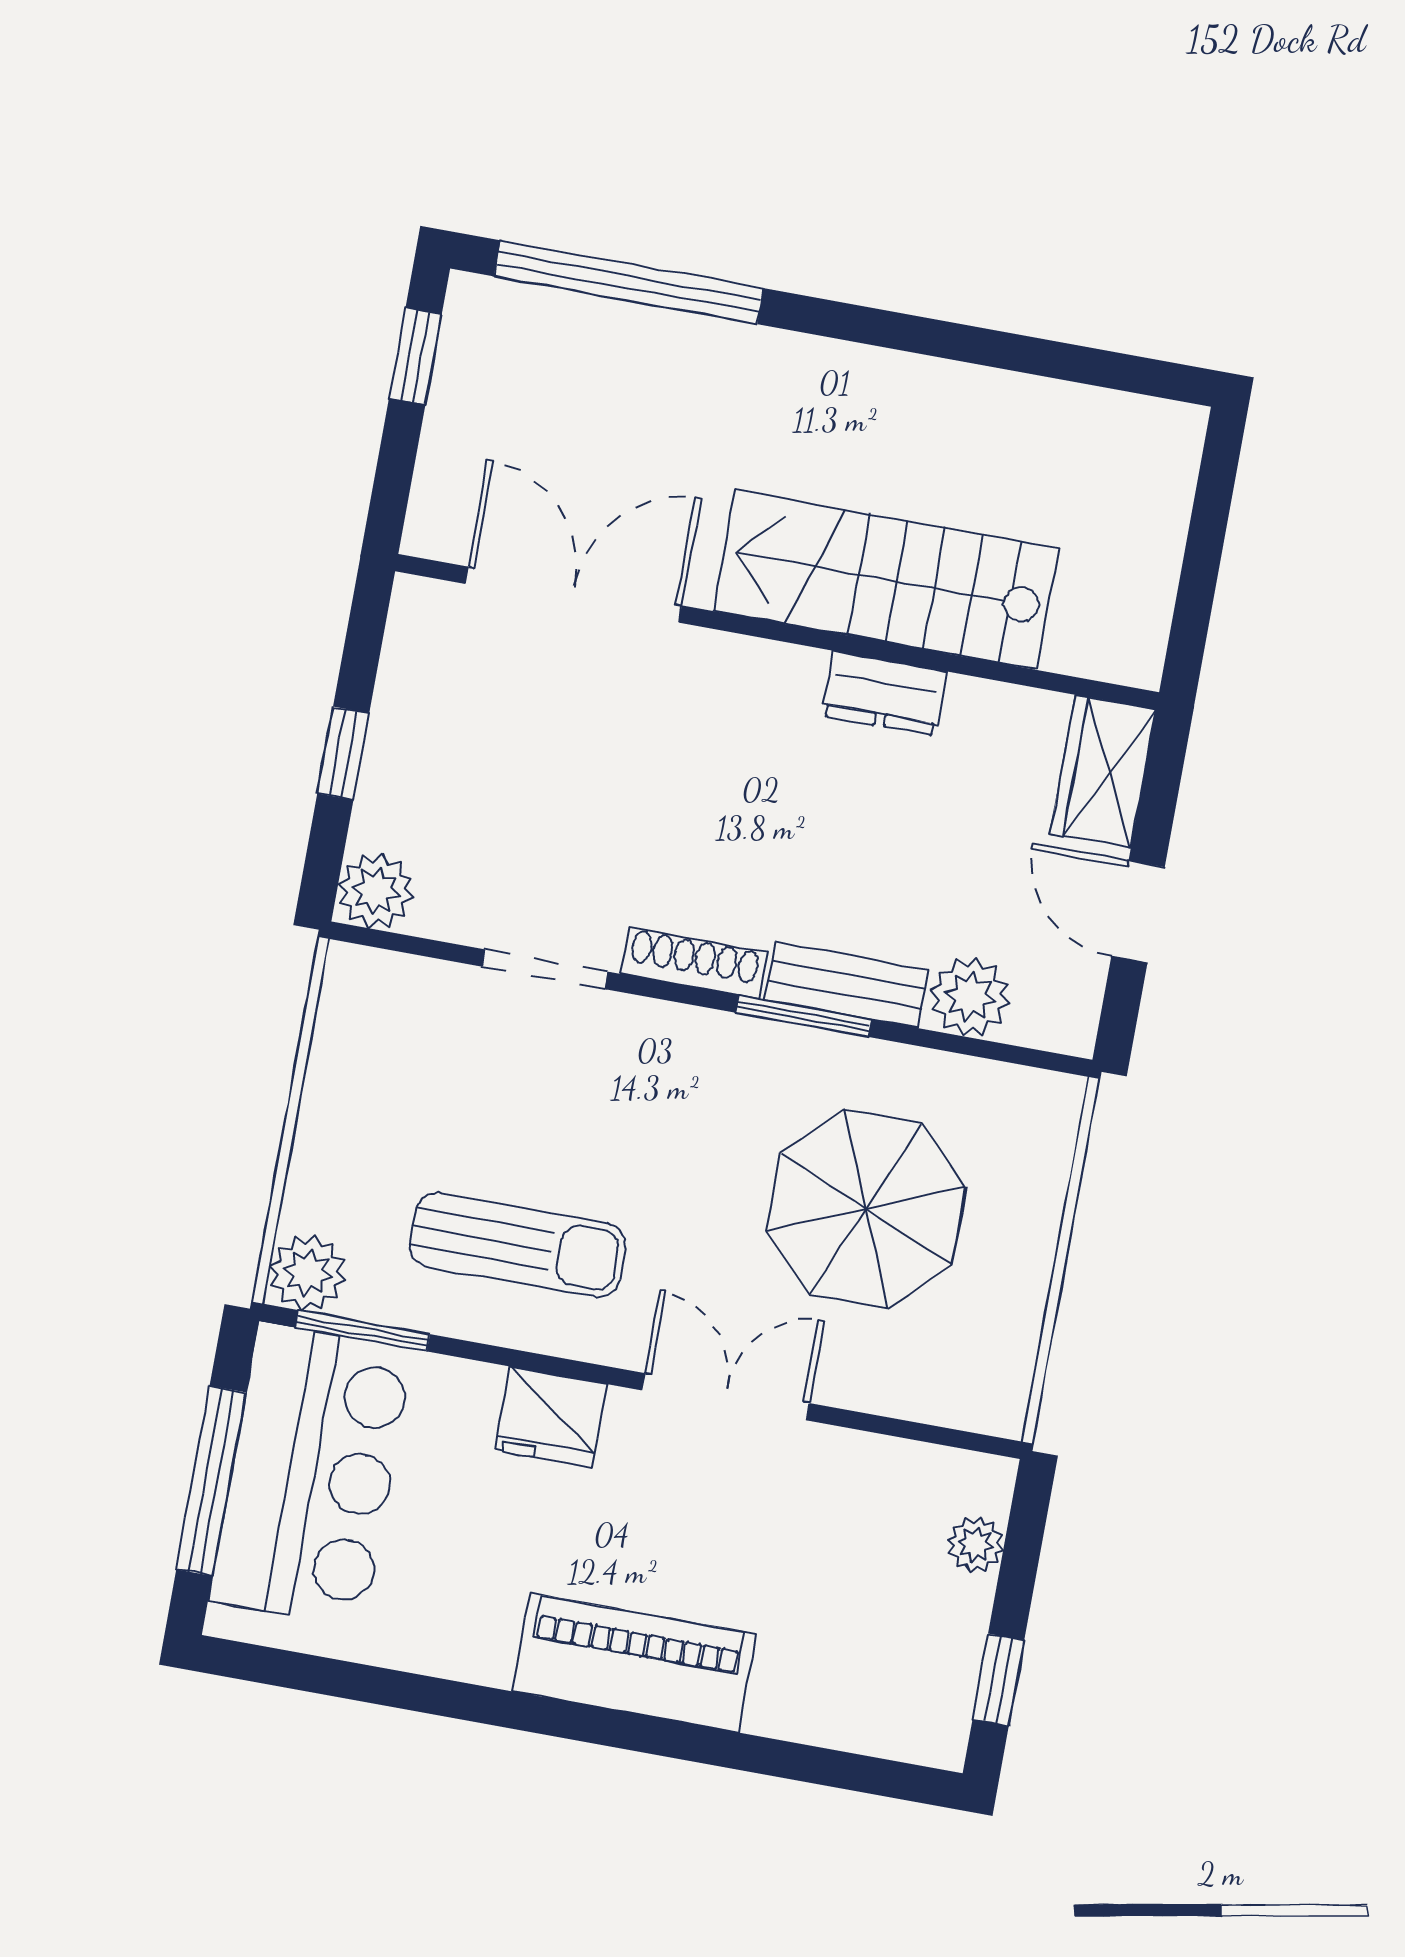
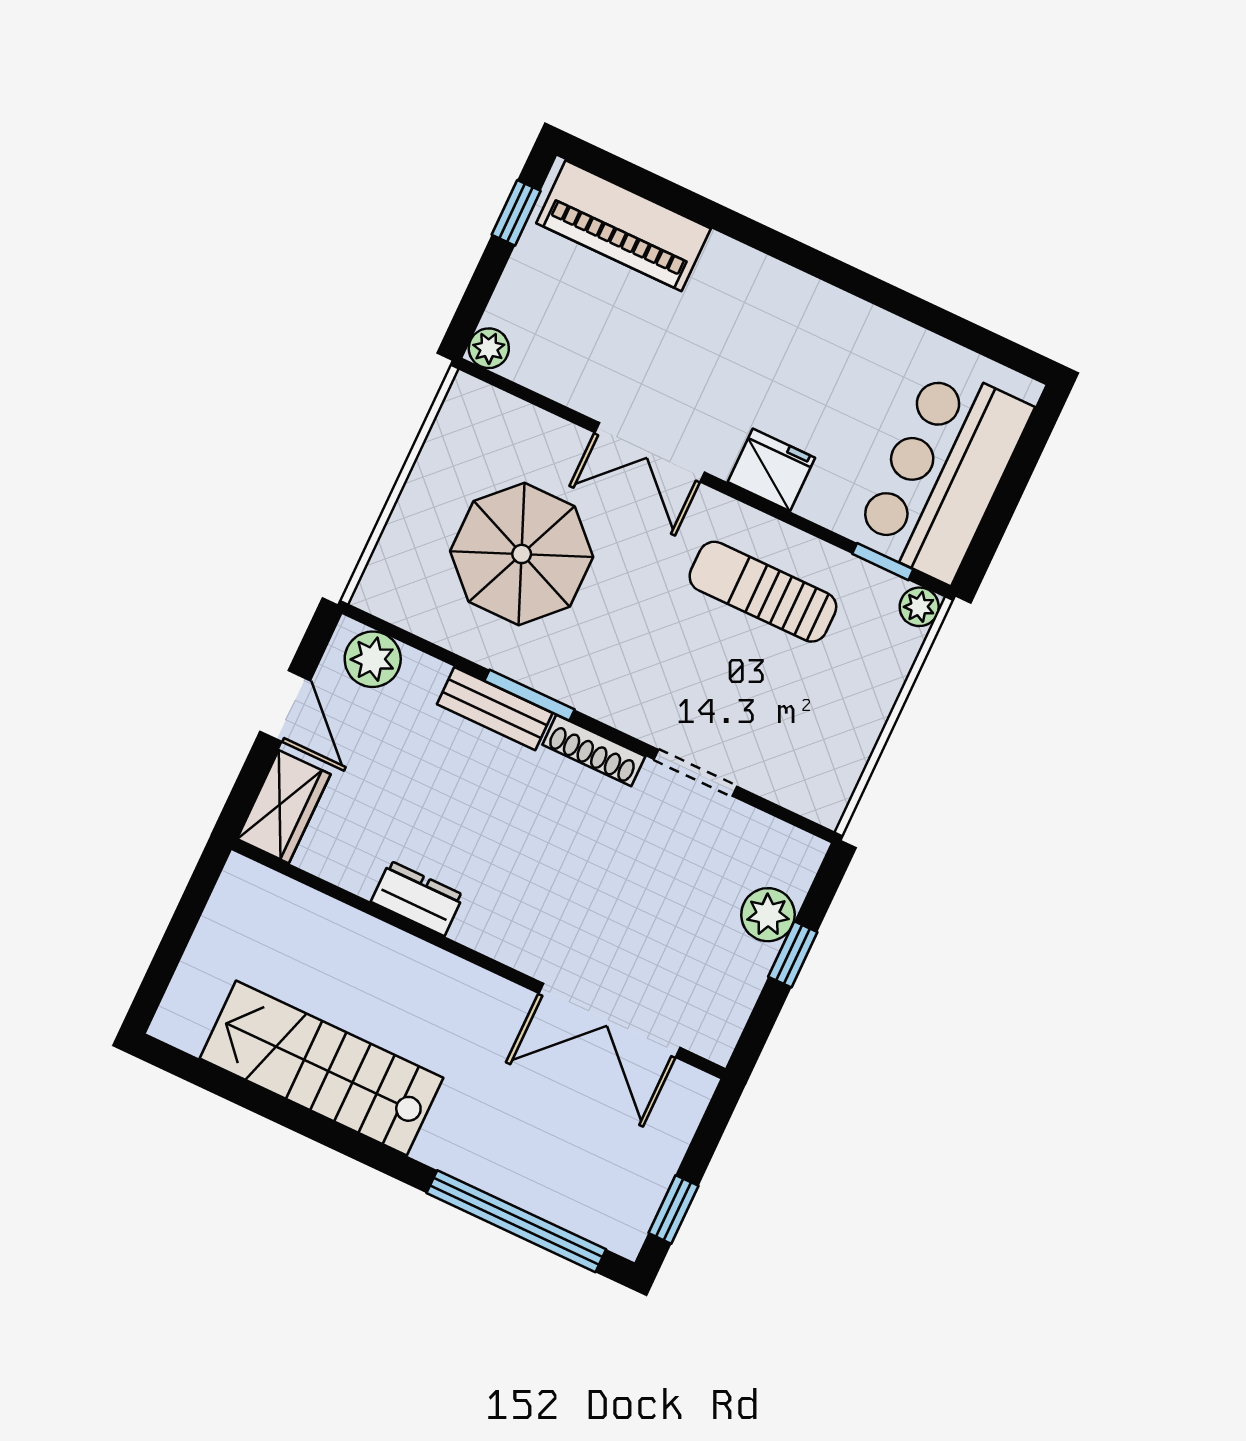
stairs: (886, 580) -> (321, 1068), moved, turned 180
plant: (376, 891) -> (768, 915), moved
plant: (970, 997) -> (373, 659), moved
plant: (308, 1273) -> (919, 607), width x0.73, depth x0.73
window: (363, 1331) -> (883, 562), width x0.67
window: (211, 1481) -> (1012, 487), removed
plant: (975, 1545) -> (489, 348), moved
piano: (634, 1663) -> (624, 226), moved

